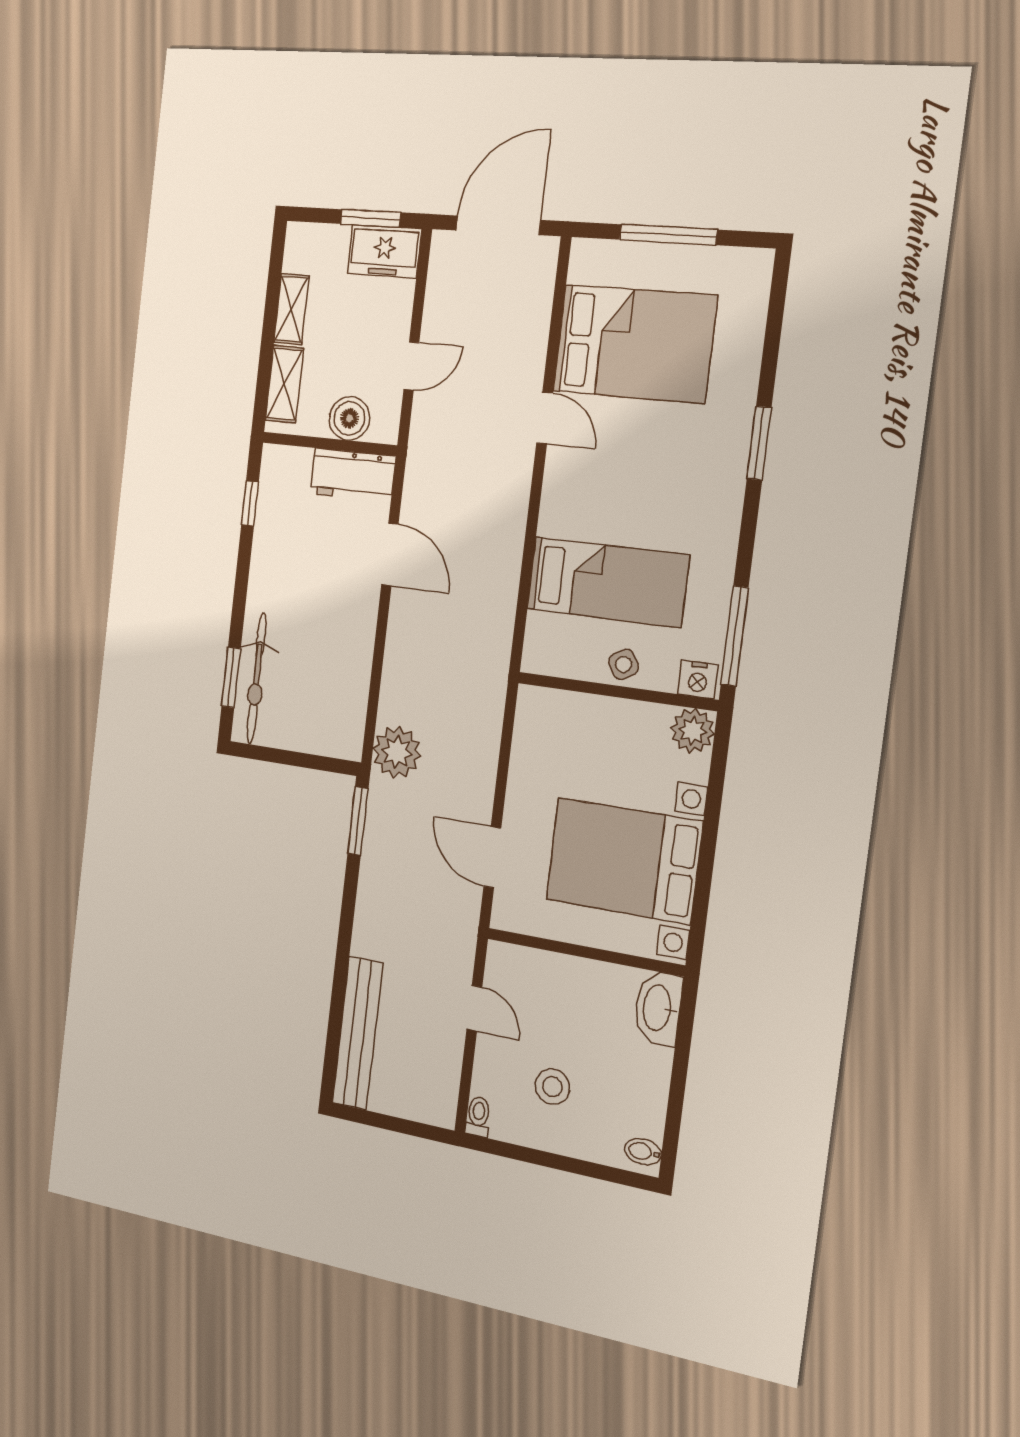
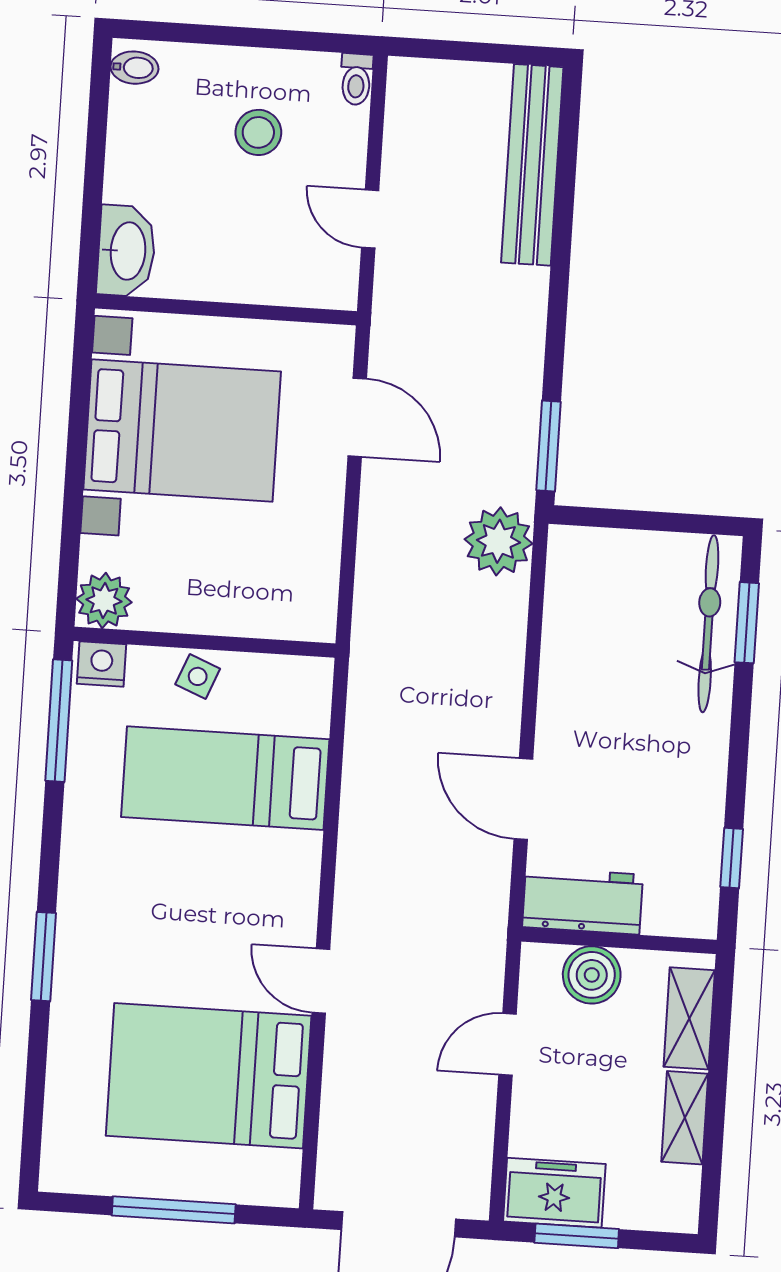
side table: (624, 664) -> (198, 676), turned -37

